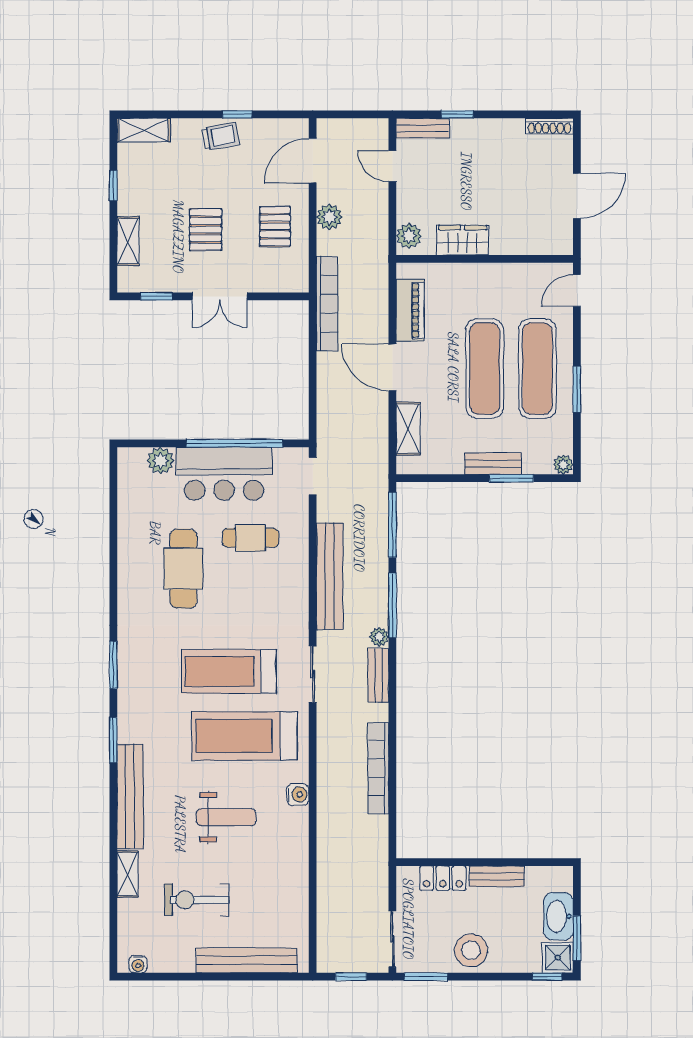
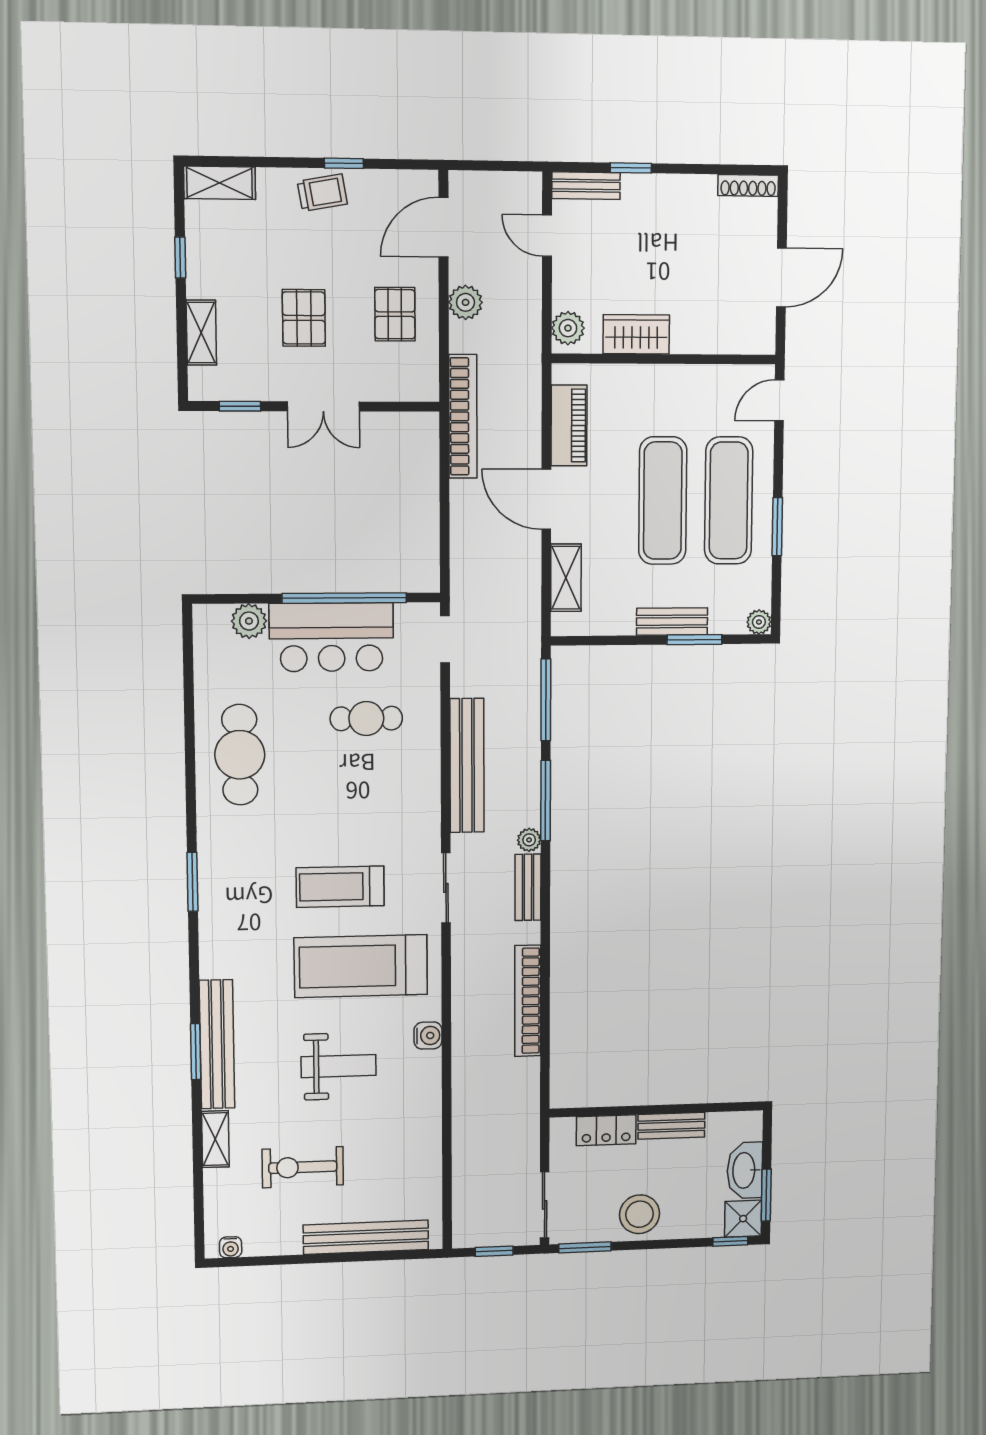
cafe table: (183, 569) -> (240, 755), moved
treadmill: (229, 671) -> (340, 887), width x0.73, depth x0.73
window: (113, 740) -> (196, 1052), moved

